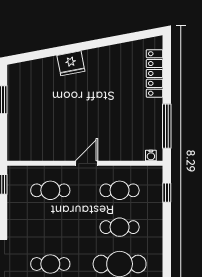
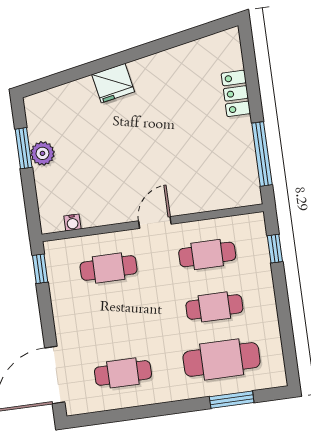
locker: (155, 73) -> (236, 93), width x0.66
plant: (16, 105) -> (42, 153), added
water cooler: (151, 156) -> (72, 222), moved

